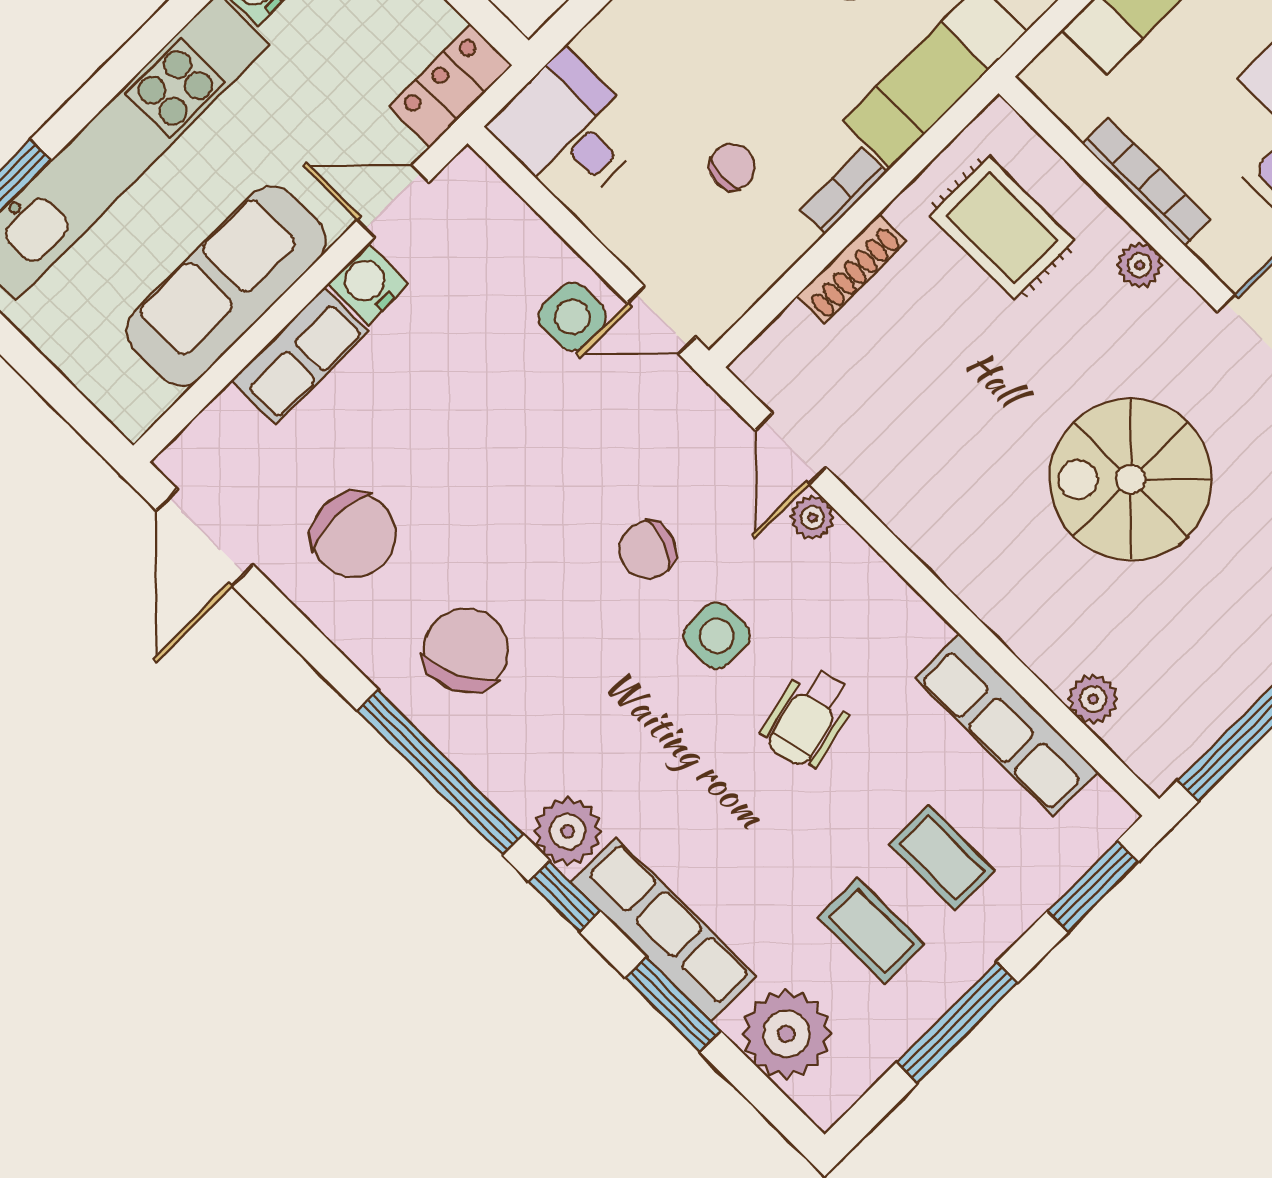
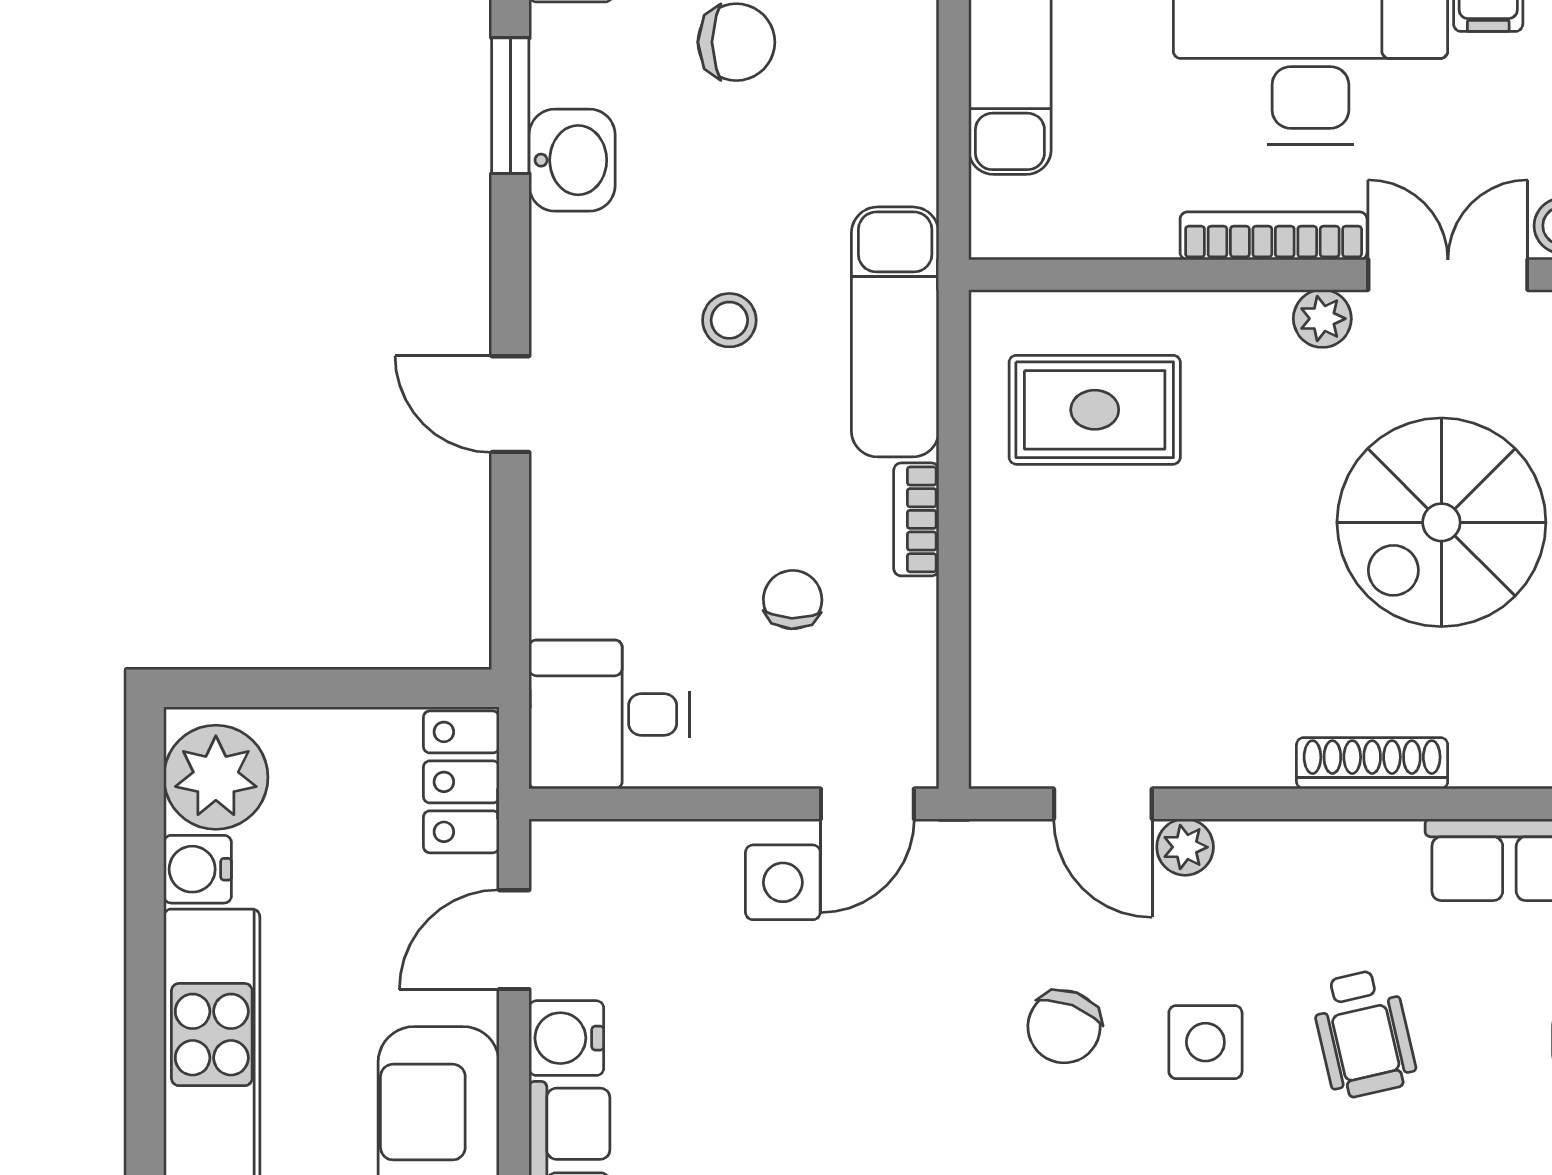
bookcase: (1146, 182) -> (1274, 236), moved
plant: (1140, 265) -> (1322, 319), moved
shoe rack: (852, 269) -> (1372, 763), moved, turned -90

